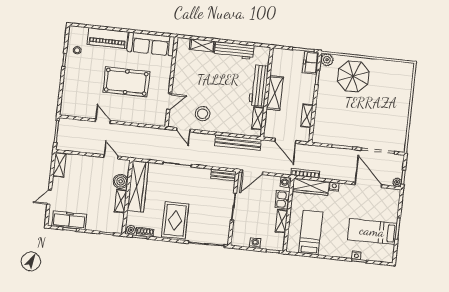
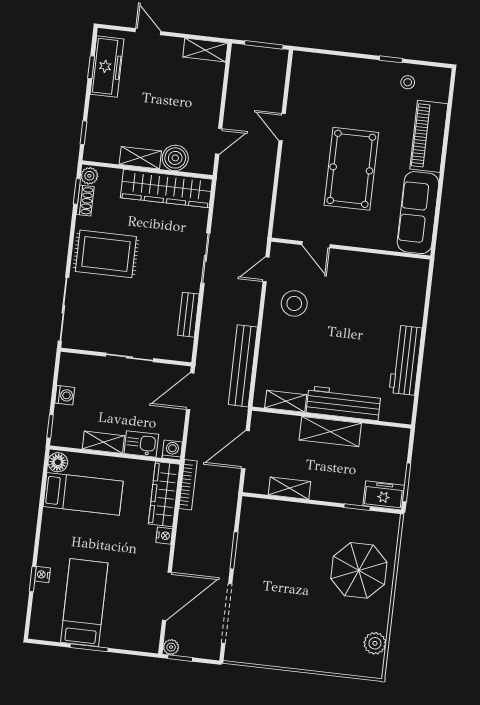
shelving: (202, 45) -> (415, 303), removed
plant: (327, 60) -> (375, 643), moved
door: (103, 121) -> (282, 127), swing flipped
door: (252, 172) -> (190, 391), hinge flipped
bench: (223, 175) -> (188, 315), moved
floor lamp: (293, 247) -> (58, 462), added

